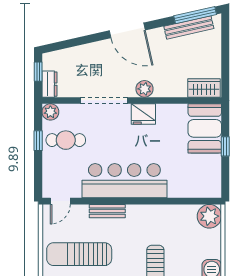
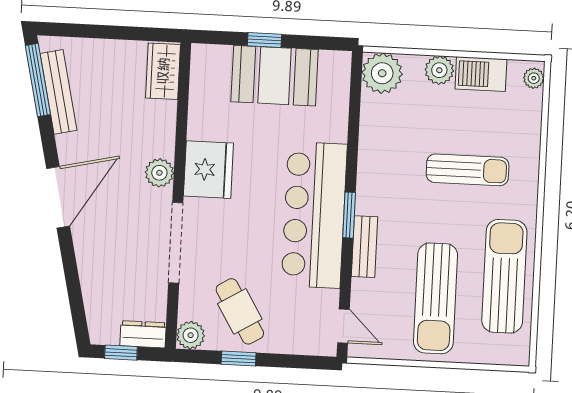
fridge: (143, 114) -> (208, 170), width x1.36, depth x1.34
booth: (205, 128) -> (275, 76), moved
cafe table: (66, 140) -> (240, 311), turned -31
window: (125, 201) -> (349, 215), added
plant: (213, 250) -> (439, 70), added

